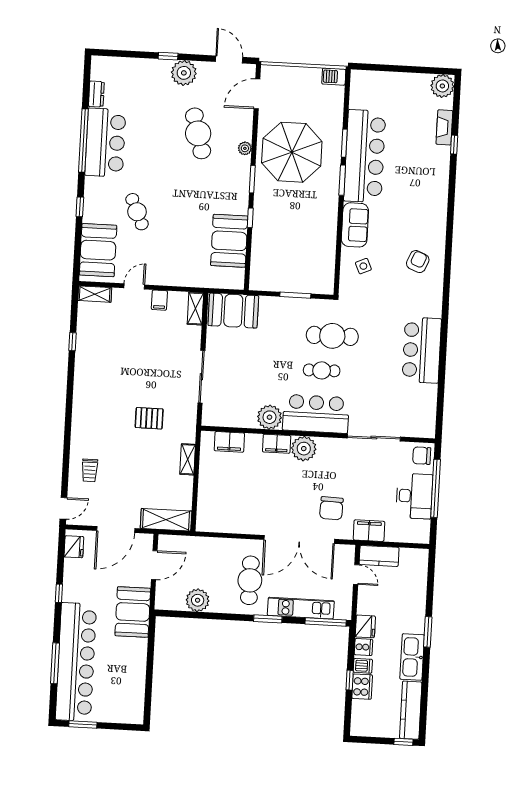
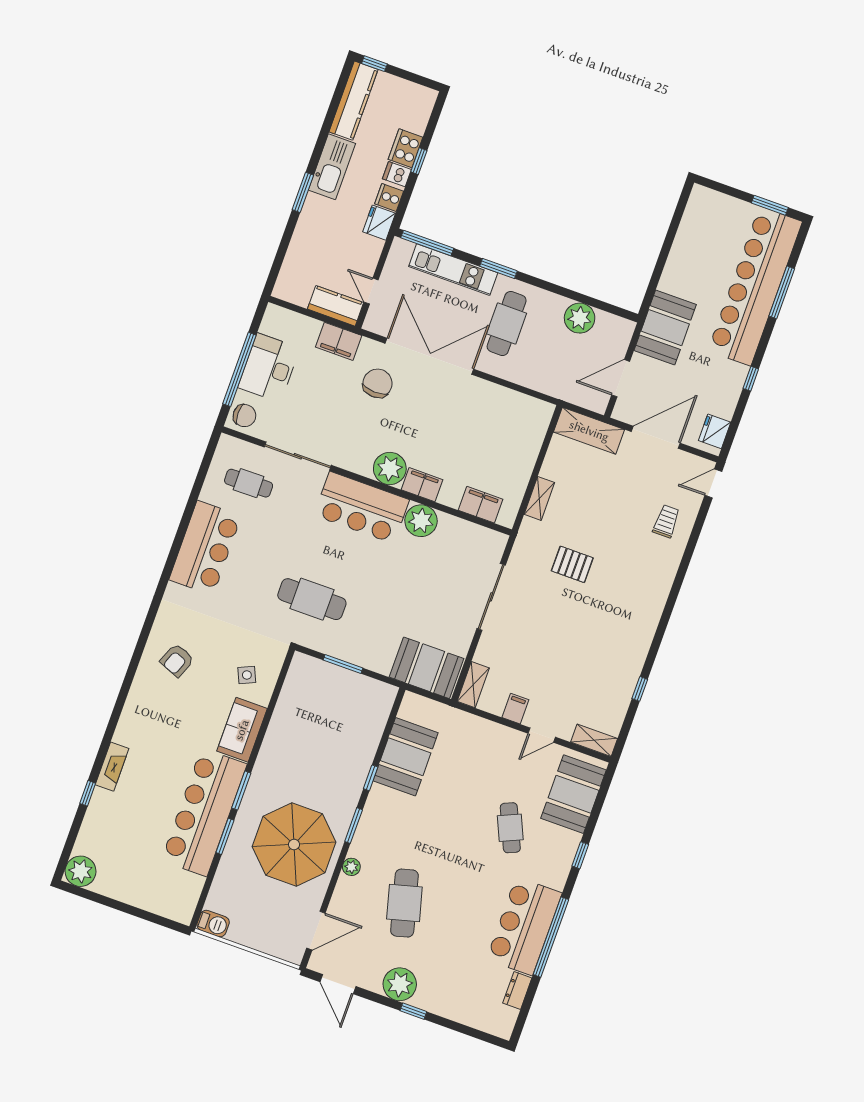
fireplace: (444, 127) -> (112, 767), moved
cafe table: (322, 370) -> (249, 483), moved

